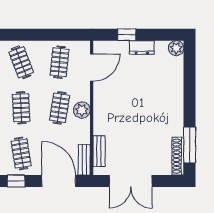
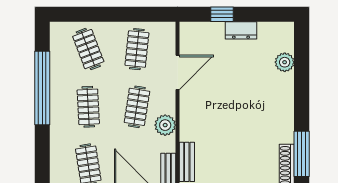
plant: (176, 48) -> (285, 62), moved
door: (92, 68) -> (177, 72), moved
plant: (82, 110) -> (165, 125), moved

